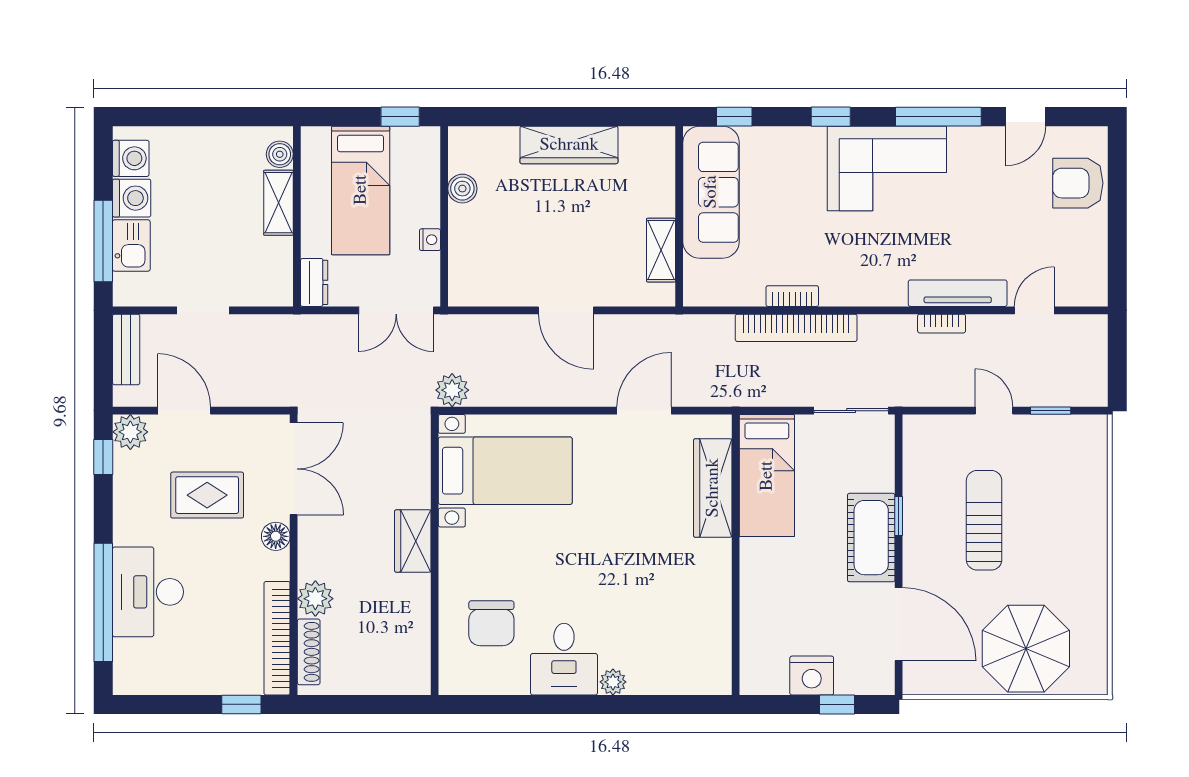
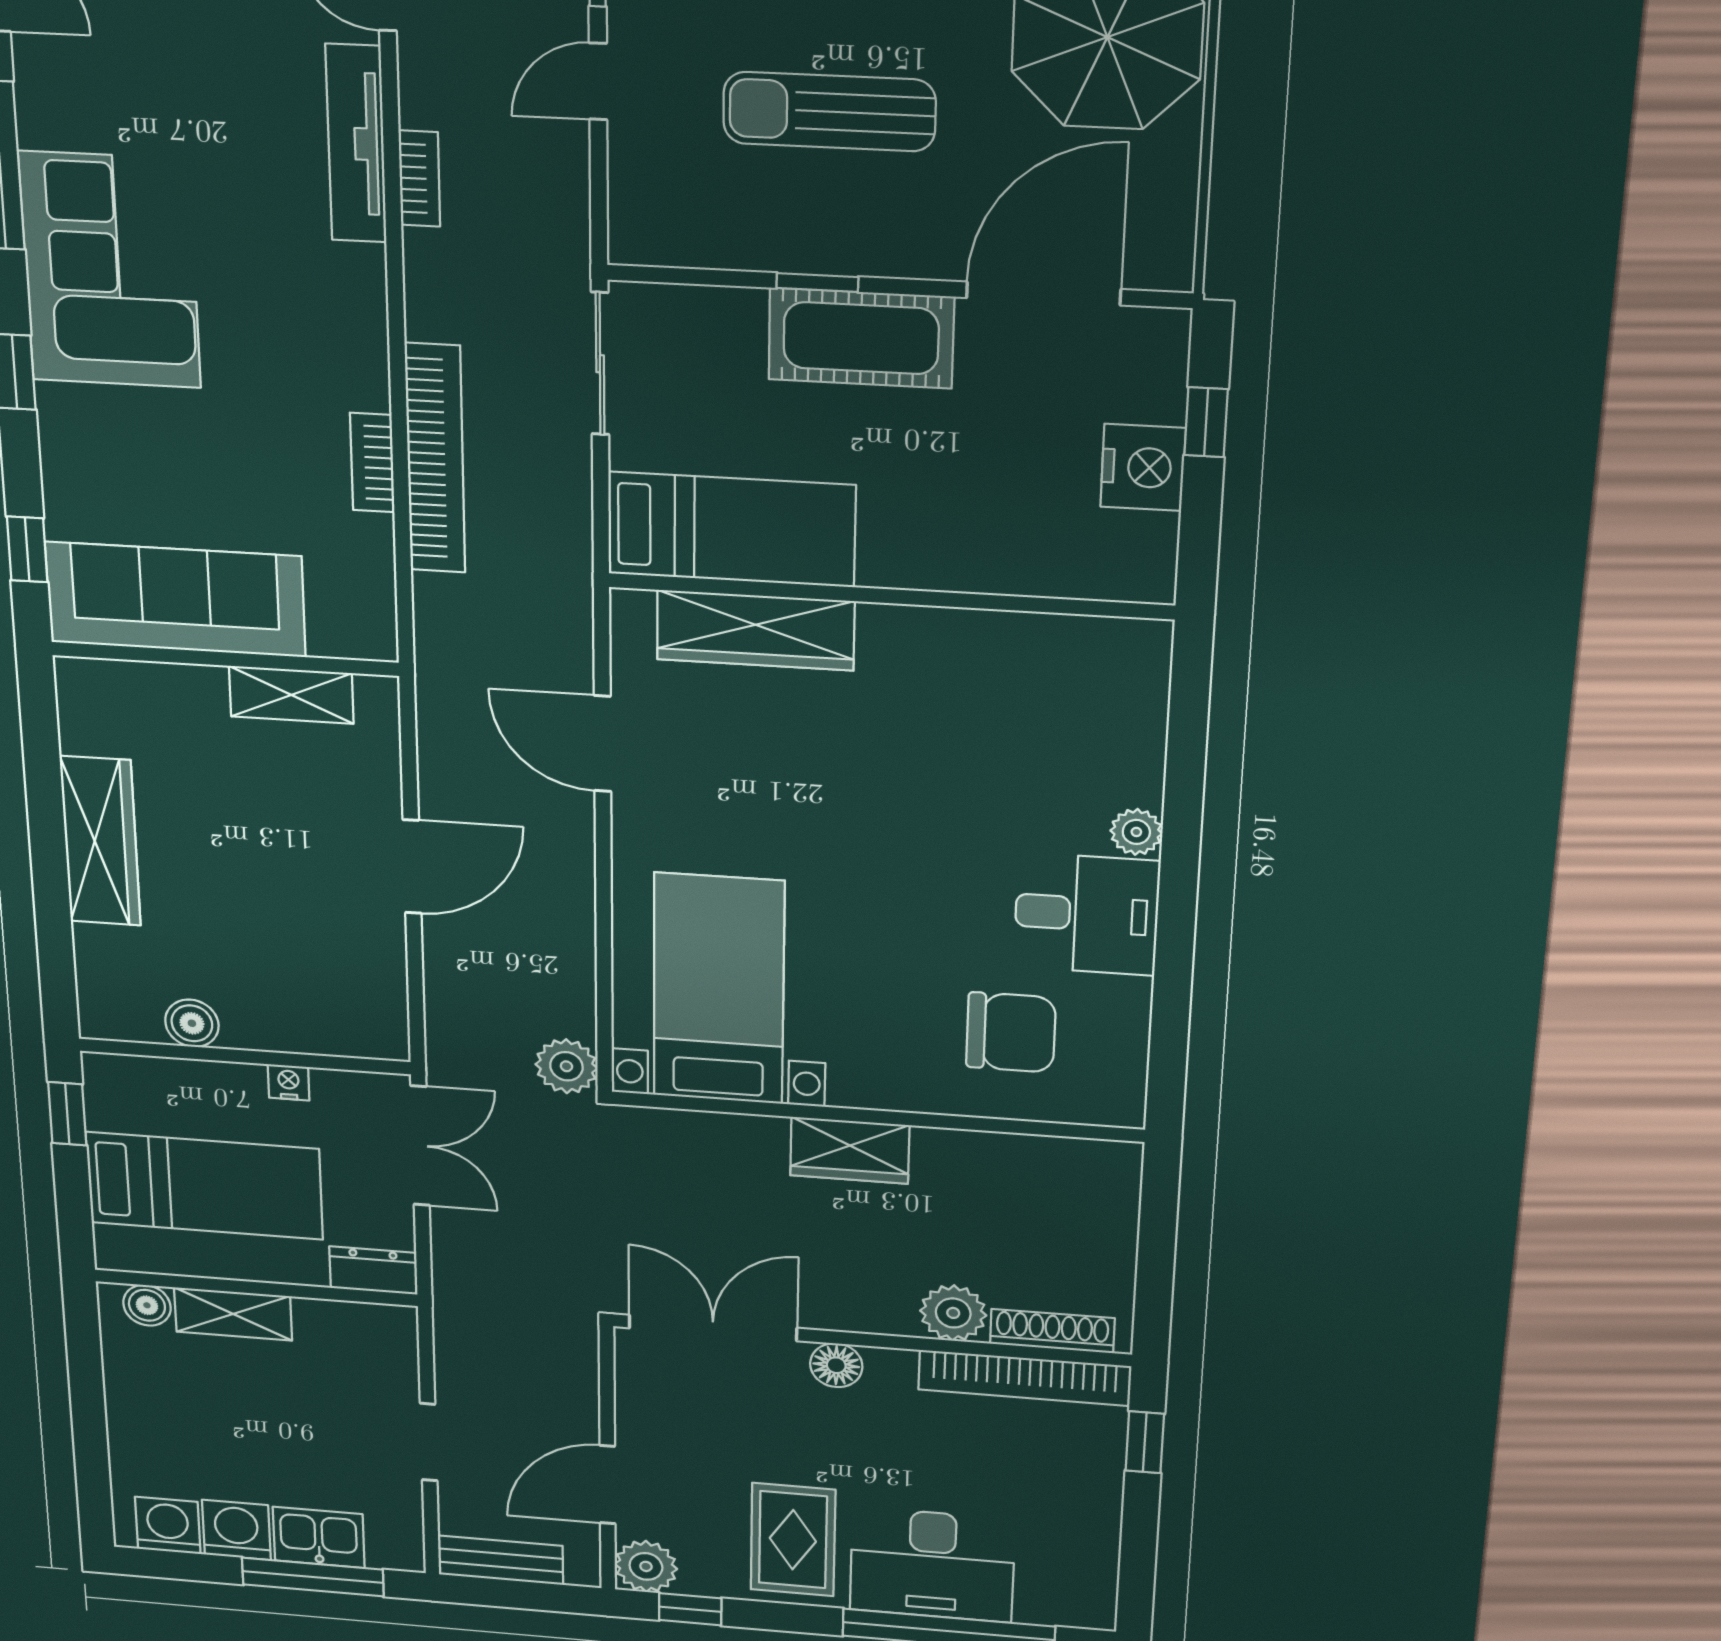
rug: (207, 495) -> (793, 1540), moved

